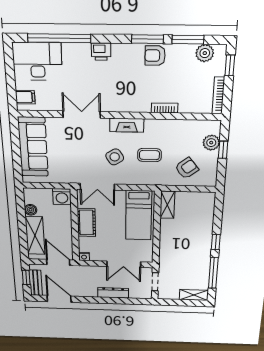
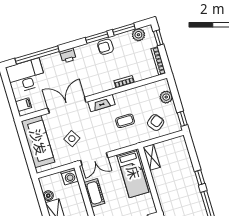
double door: (82, 115) -> (67, 105), width x1.37
window: (223, 150) -> (182, 119), moved
side table: (115, 157) -> (72, 139), moved

